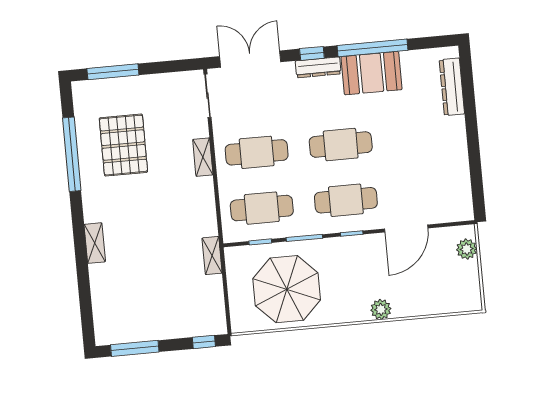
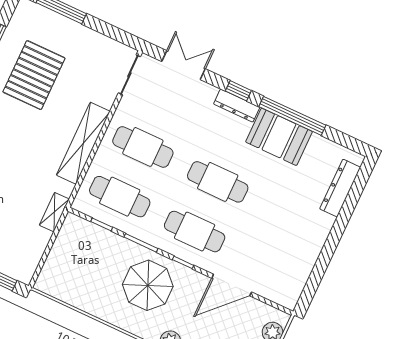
double door: (250, 59) -> (183, 65), width x0.73
shelving: (203, 157) -> (83, 143), width x2.20, depth x1.33
parasol: (287, 289) -> (148, 285), moved, width x0.73, depth x0.73

